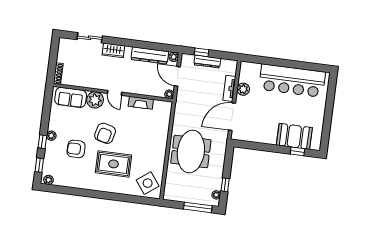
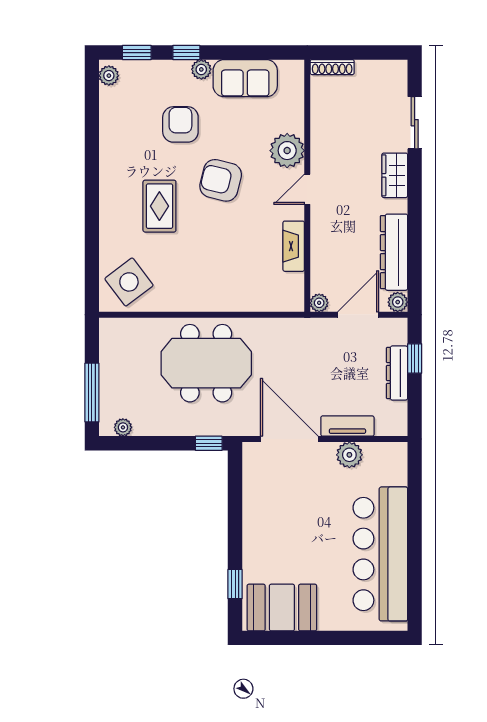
sofa: (71, 97) -> (245, 78), moved, turned -90
booth: (294, 136) -> (282, 608), moved, turned 90
rug: (114, 164) -> (159, 206), width x0.73, depth x0.70
window: (225, 185) -> (209, 443), moved

